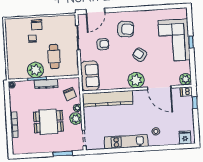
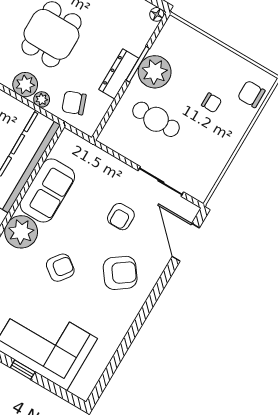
chair: (37, 25) -> (251, 94), moved
armchair: (126, 29) -> (120, 273), turned -132
sofa: (90, 76) -> (47, 191), moved, turned -90

